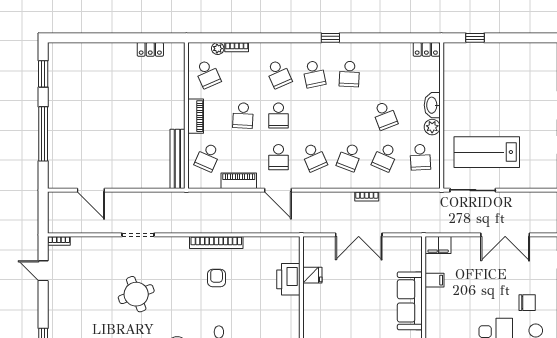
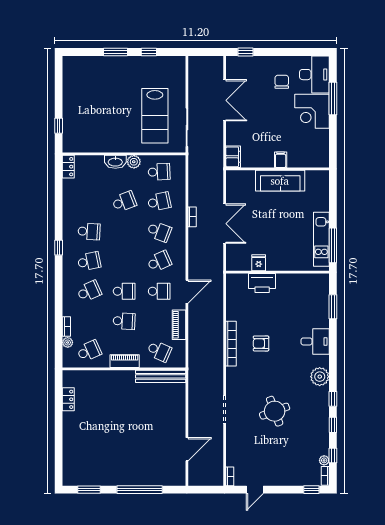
school desk: (385, 157) -> (159, 202), turned -36
filing cabinet: (435, 280) -> (281, 160), moved

